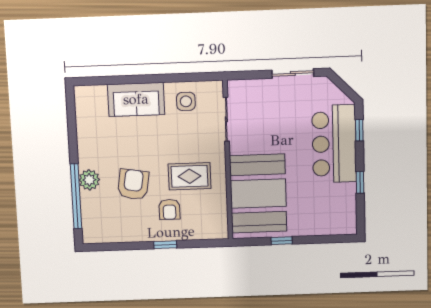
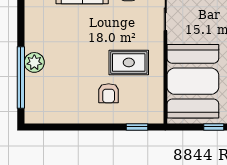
armchair: (133, 184) -> (75, 68), removed
window: (165, 245) -> (137, 127), moved

